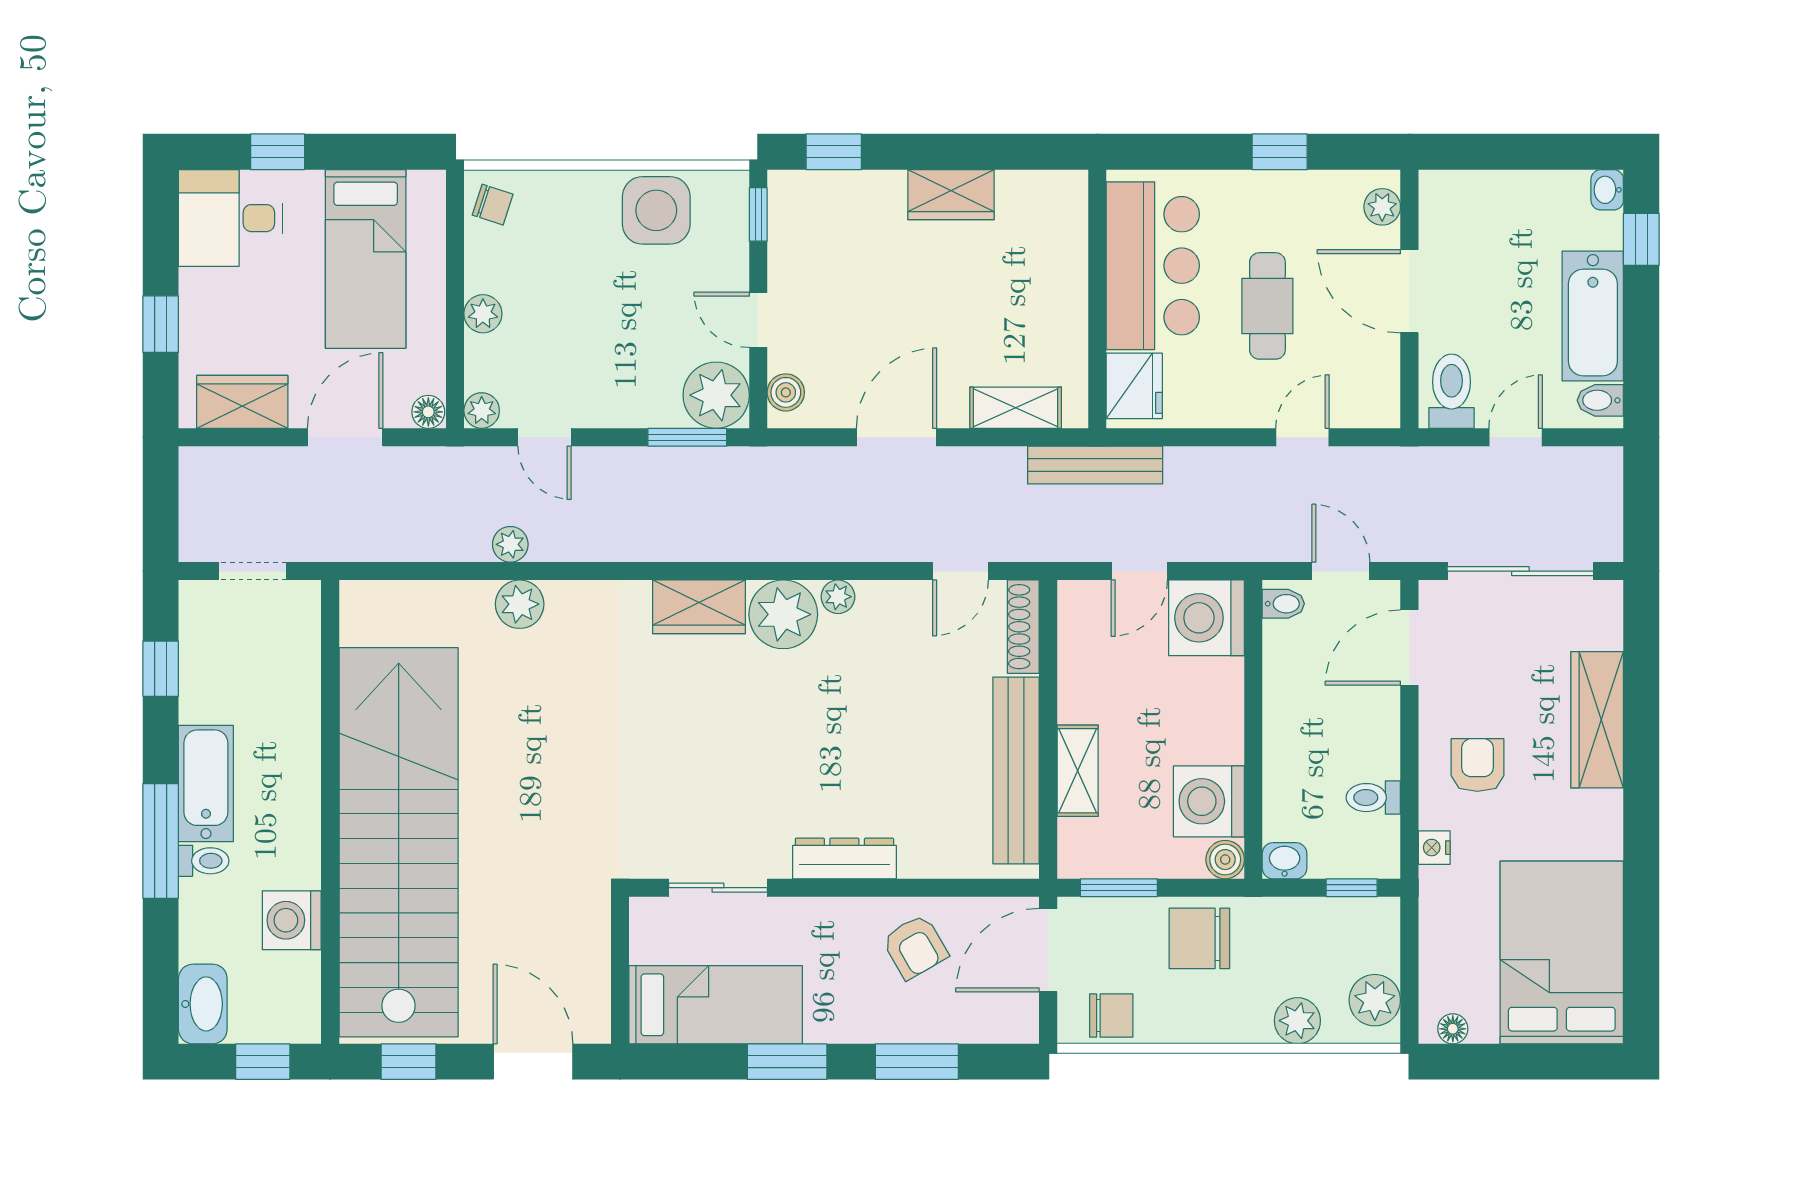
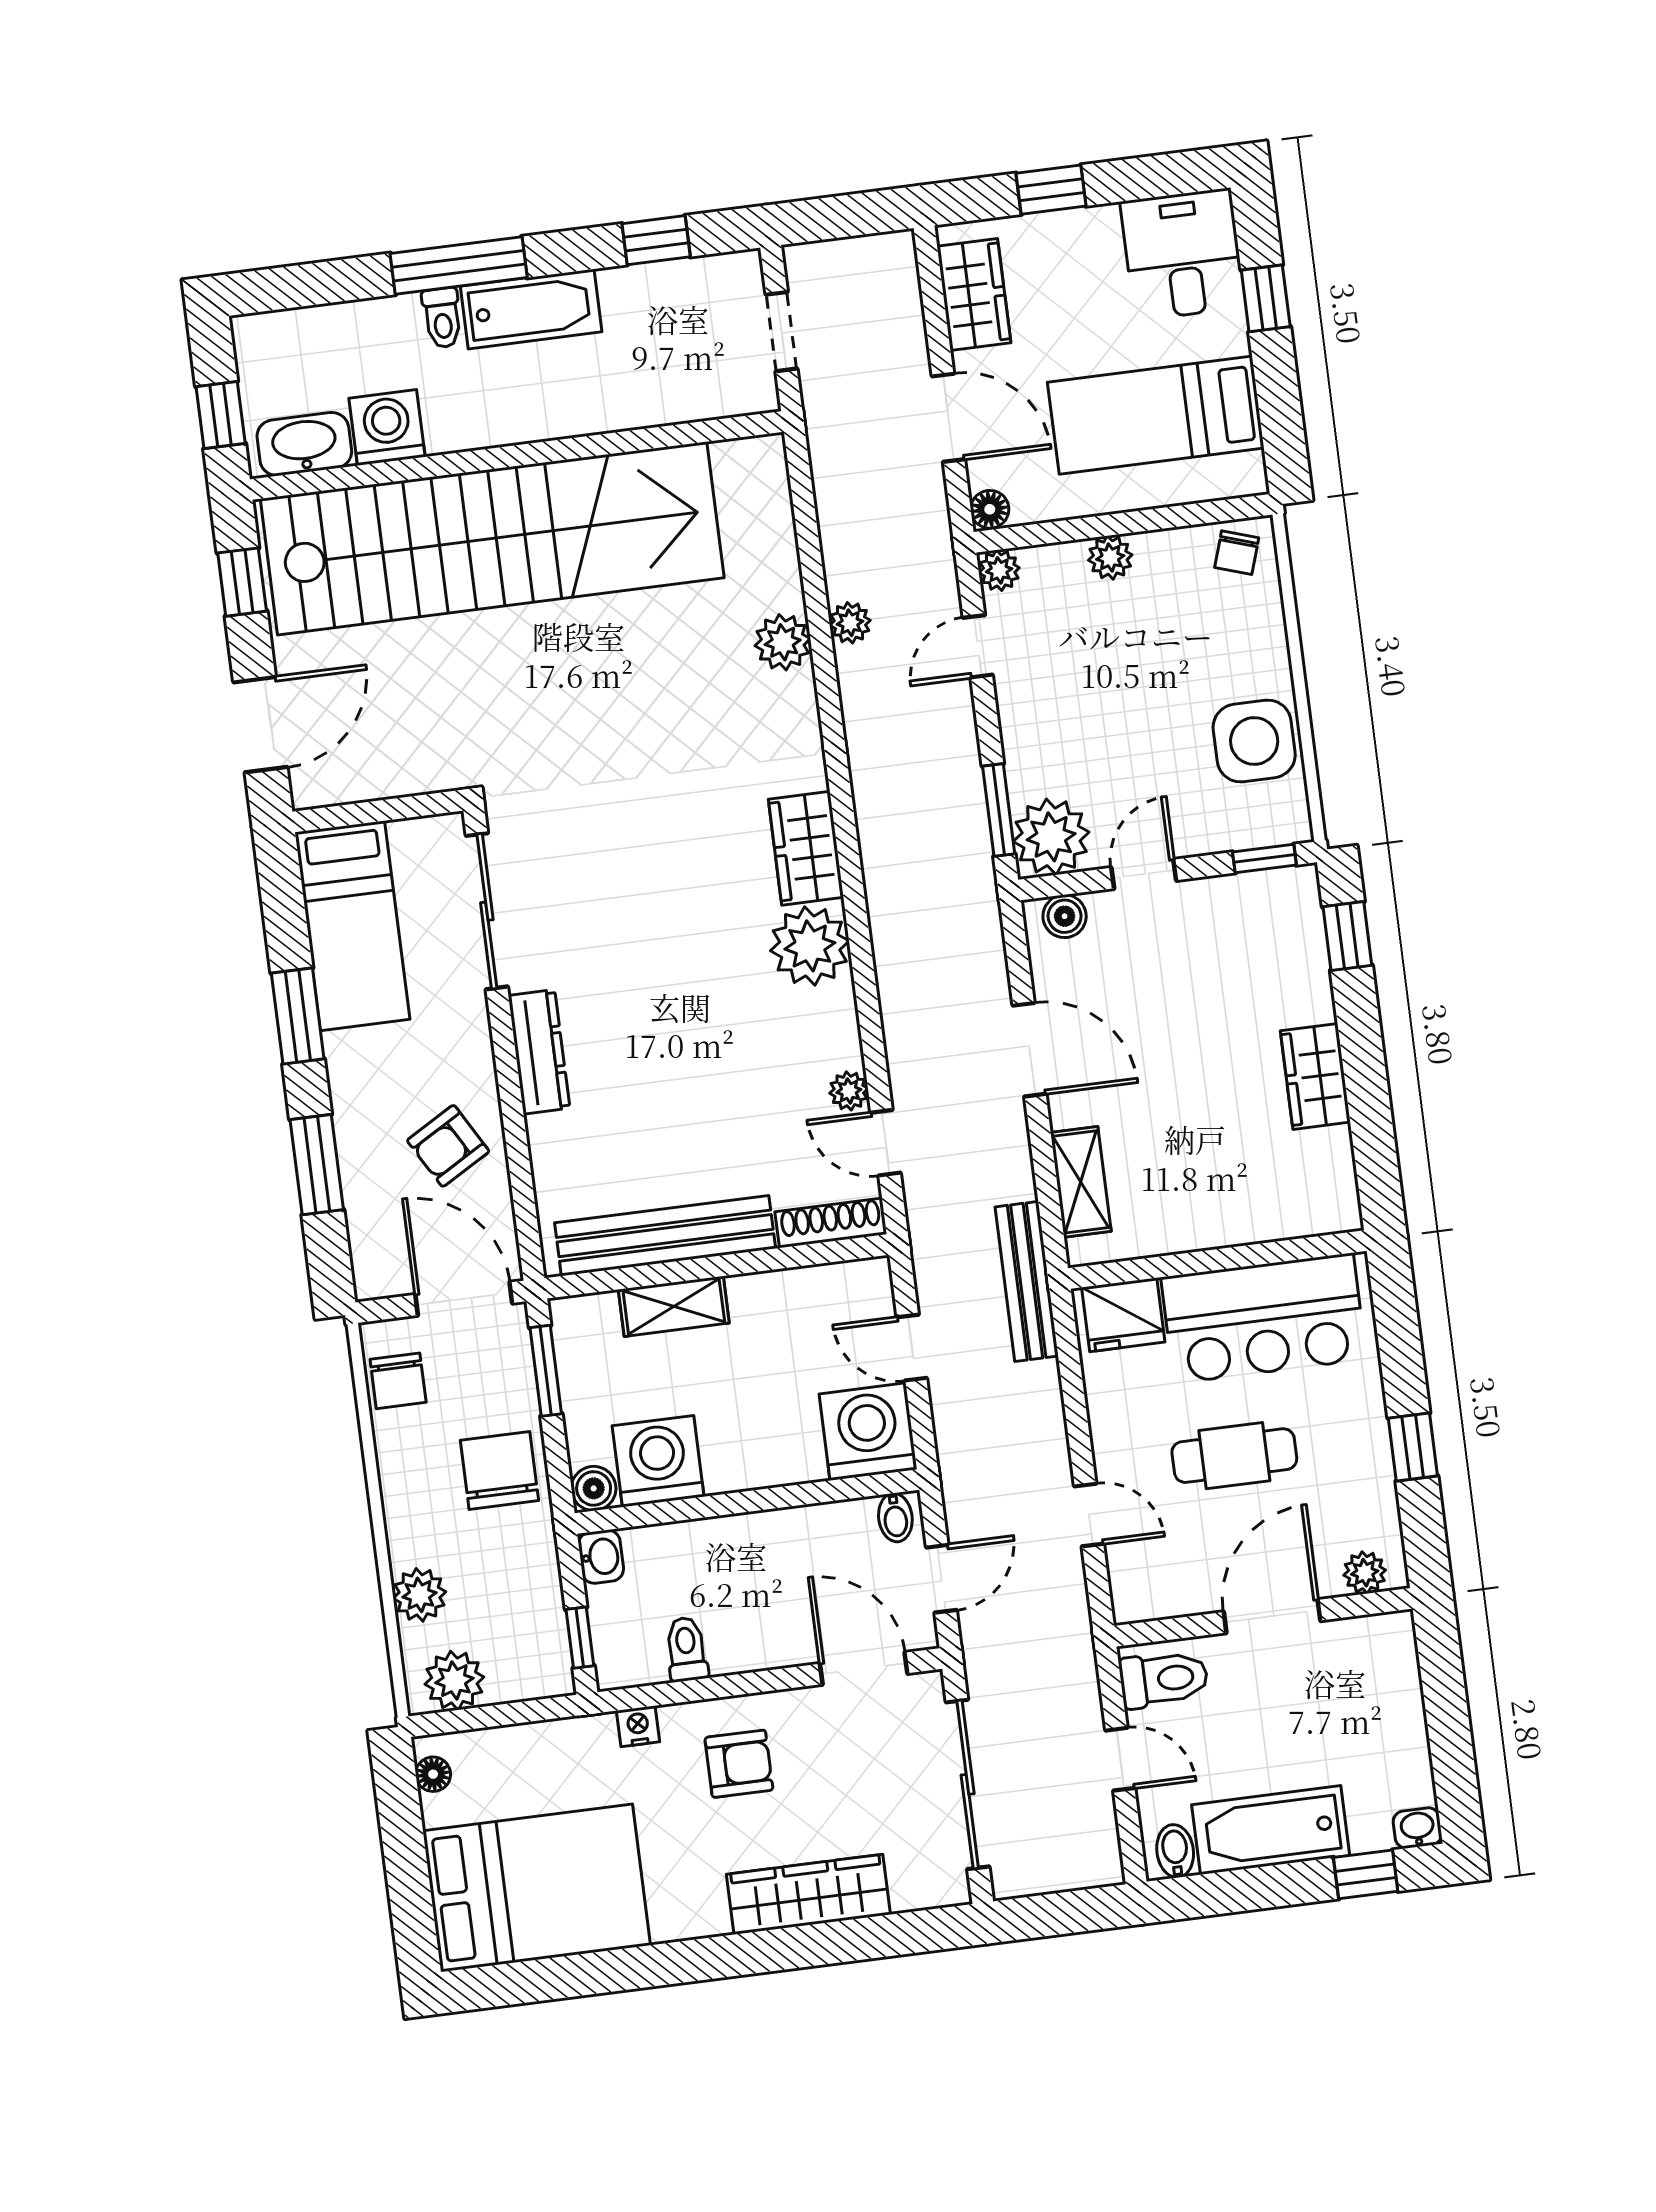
plant: (838, 597) -> (849, 1091), moved
sliding door: (718, 888) -> (487, 911), width x1.37
washbasin: (203, 1004) -> (304, 444), moved, turned 180

